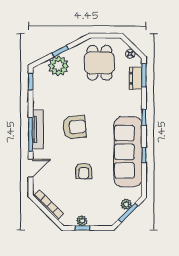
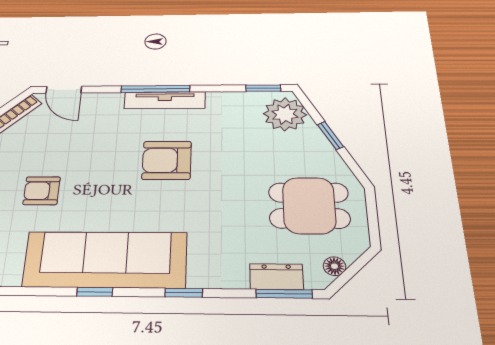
plant: (58, 66) -> (285, 114), moved
armchair: (74, 127) -> (167, 160), turned 96
door: (31, 168) -> (64, 90), moved
armchair: (84, 171) -> (42, 191), moved

